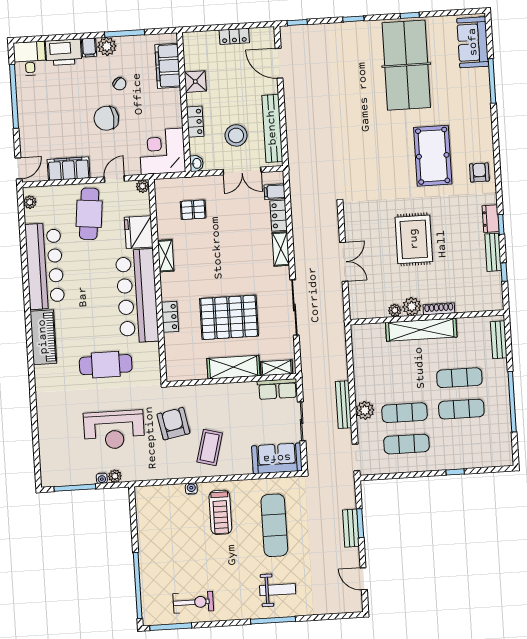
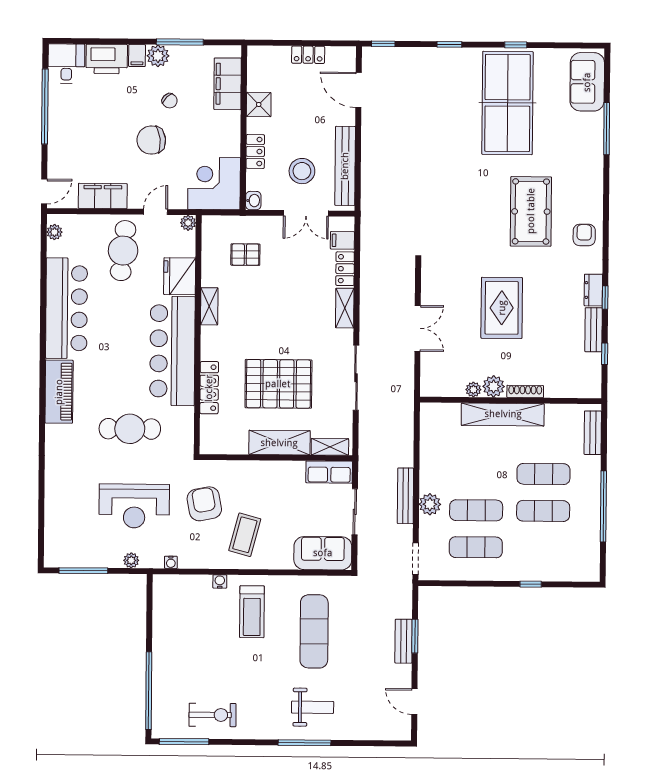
locker: (170, 317) -> (209, 388), width x1.53
water cooler: (102, 478) -> (171, 562), moved

